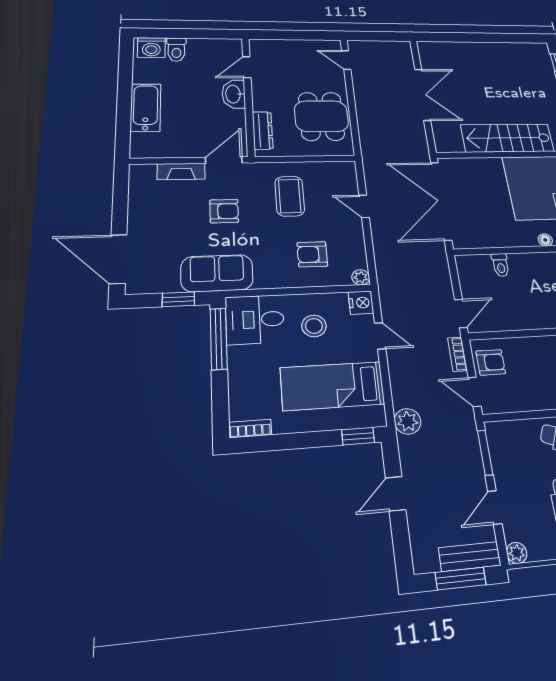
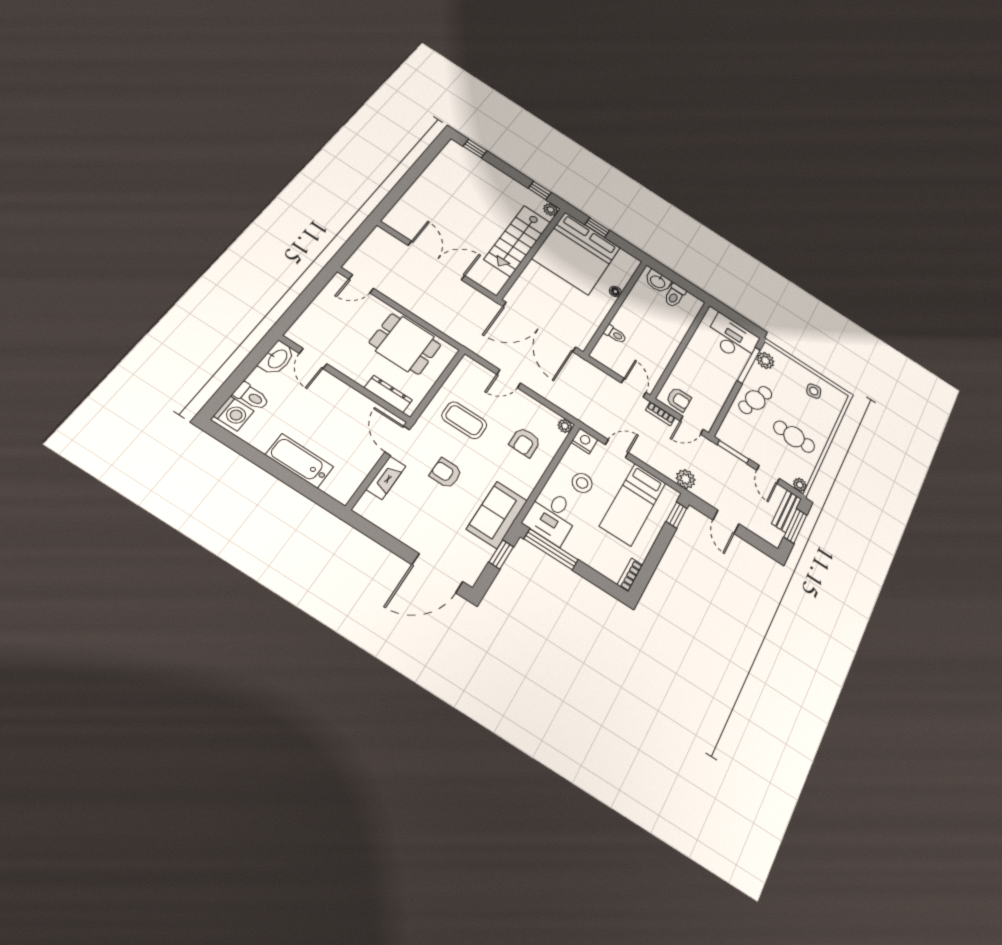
washbasin: (234, 94) -> (277, 359), moved, turned -90
armchair: (224, 211) -> (446, 473), turned -90
armchair: (491, 362) -> (679, 399), turned 90

